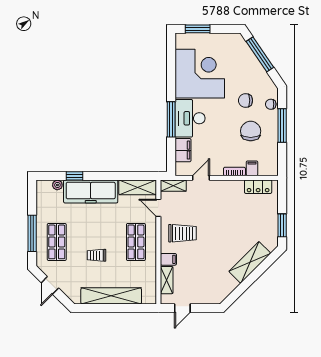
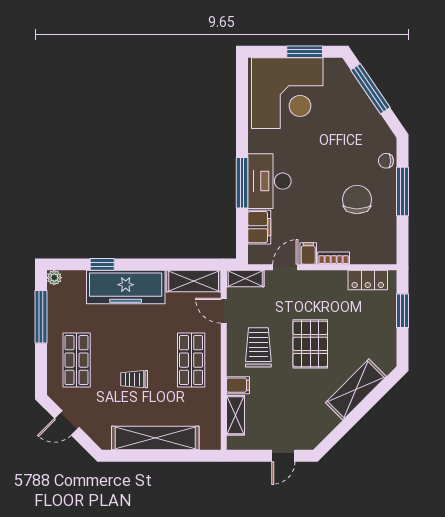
window: (198, 29) -> (305, 52), moved
corner desk: (200, 74) -> (287, 93), moved, turned 90
chair: (245, 100) -> (349, 155), removed
filing cabinet: (252, 168) -> (308, 254), moved
plant: (57, 185) -> (54, 278), moved
window: (282, 225) -> (402, 311), moved
pallet: (218, 231) -> (310, 344), added
window: (32, 233) -> (41, 317), moved
trolley: (182, 233) -> (258, 347), turned -90
door: (50, 285) -> (67, 423), hinge flipped
door: (182, 308) -> (283, 456), moved

